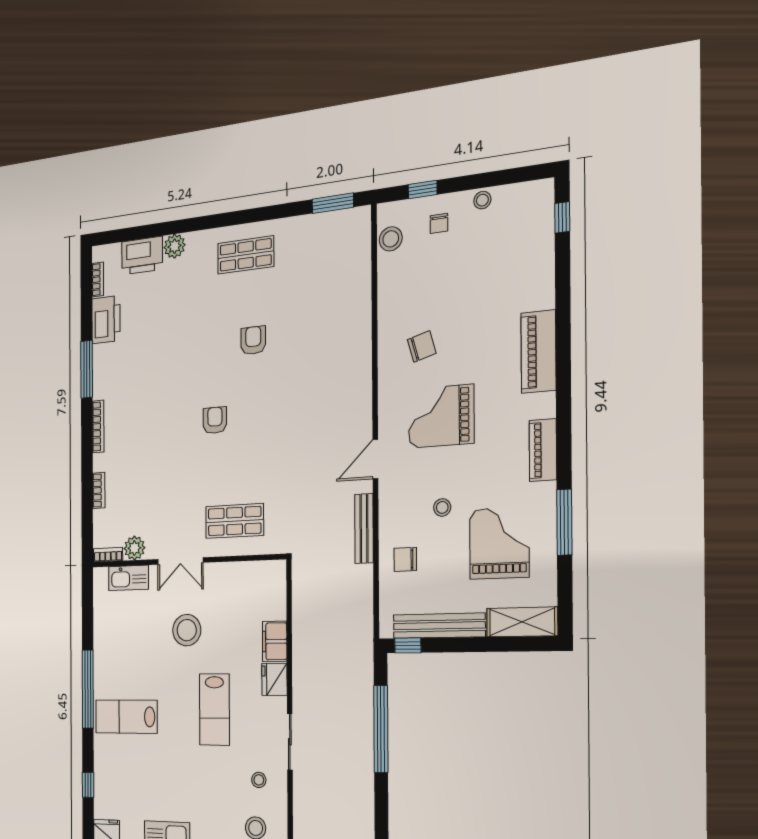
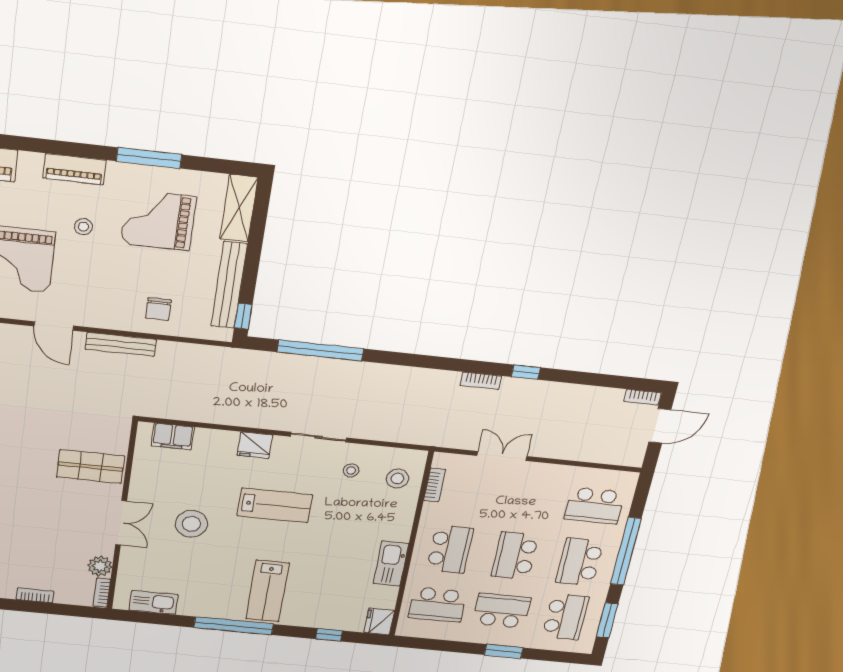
stool: (442, 507) -> (83, 227), moved
shop shelf: (235, 521) -> (90, 467), turned 90
kitchen sink: (128, 578) -> (154, 602), moved, turned -90
filing cabinet: (275, 641) -> (173, 436), moved

